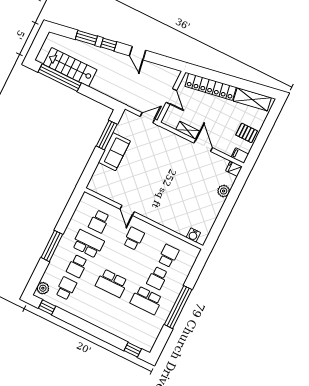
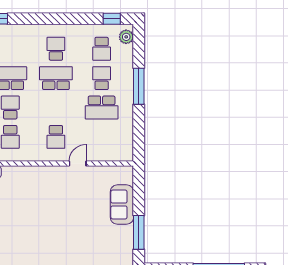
sofa: (114, 152) -> (122, 205), moved
door: (127, 210) -> (78, 163), hinge flipped
school desk: (99, 222) -> (56, 49), moved

